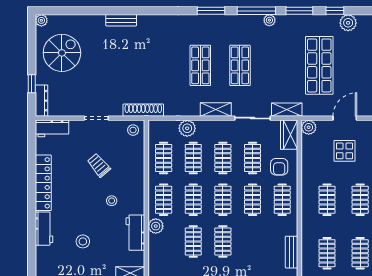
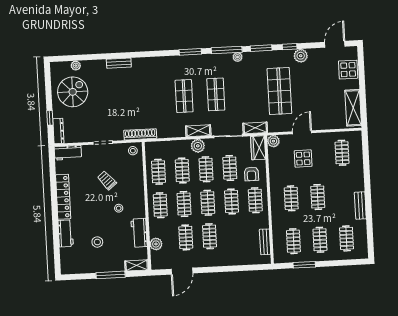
plant: (41, 20) -> (76, 66), moved
plant: (187, 128) -> (198, 146), moved
plant: (156, 226) -> (156, 244), moved

